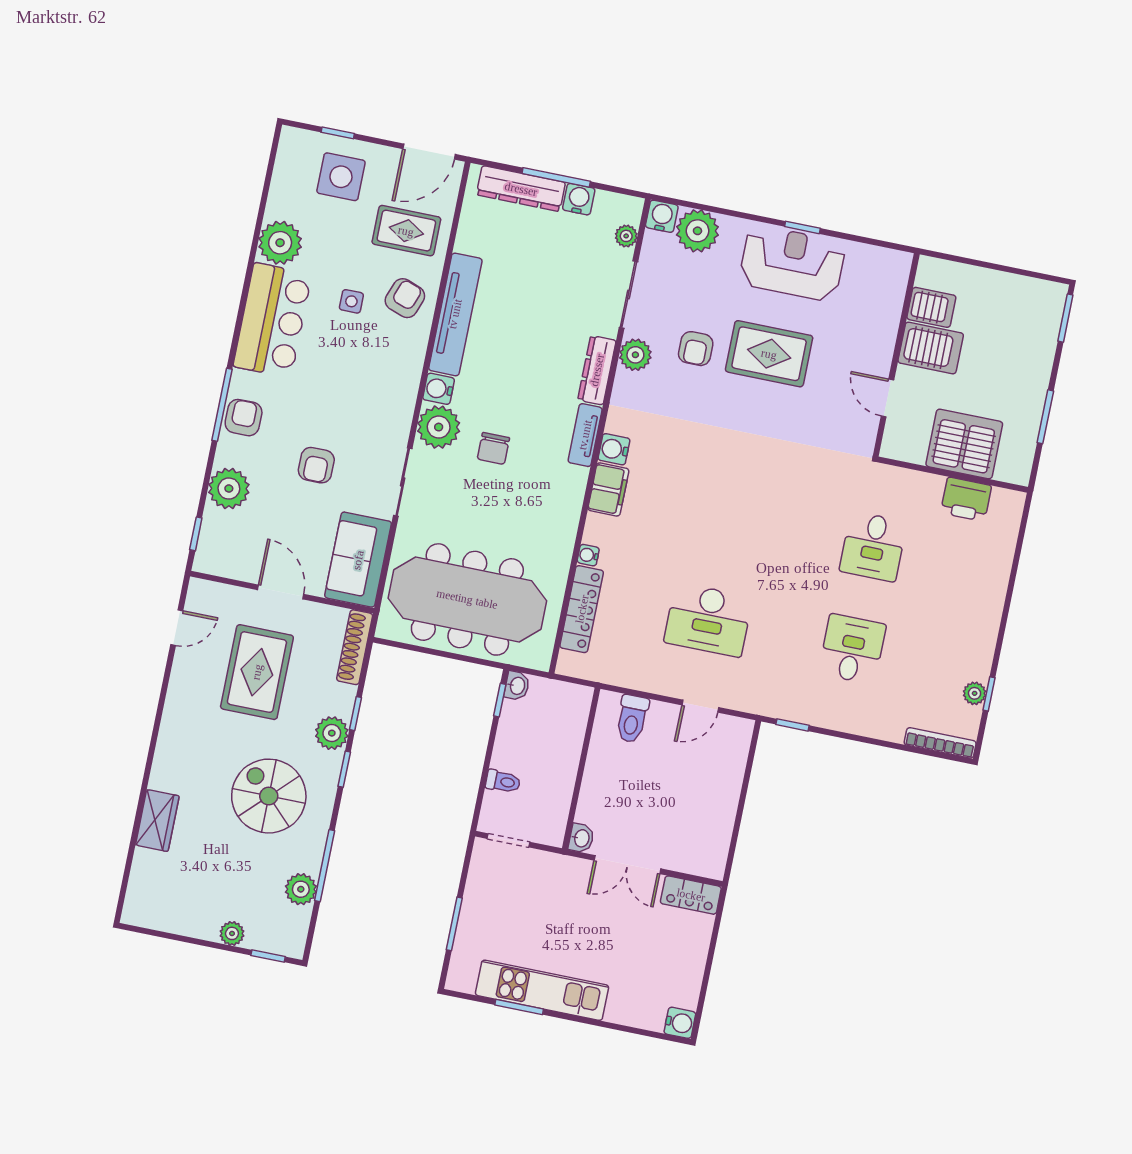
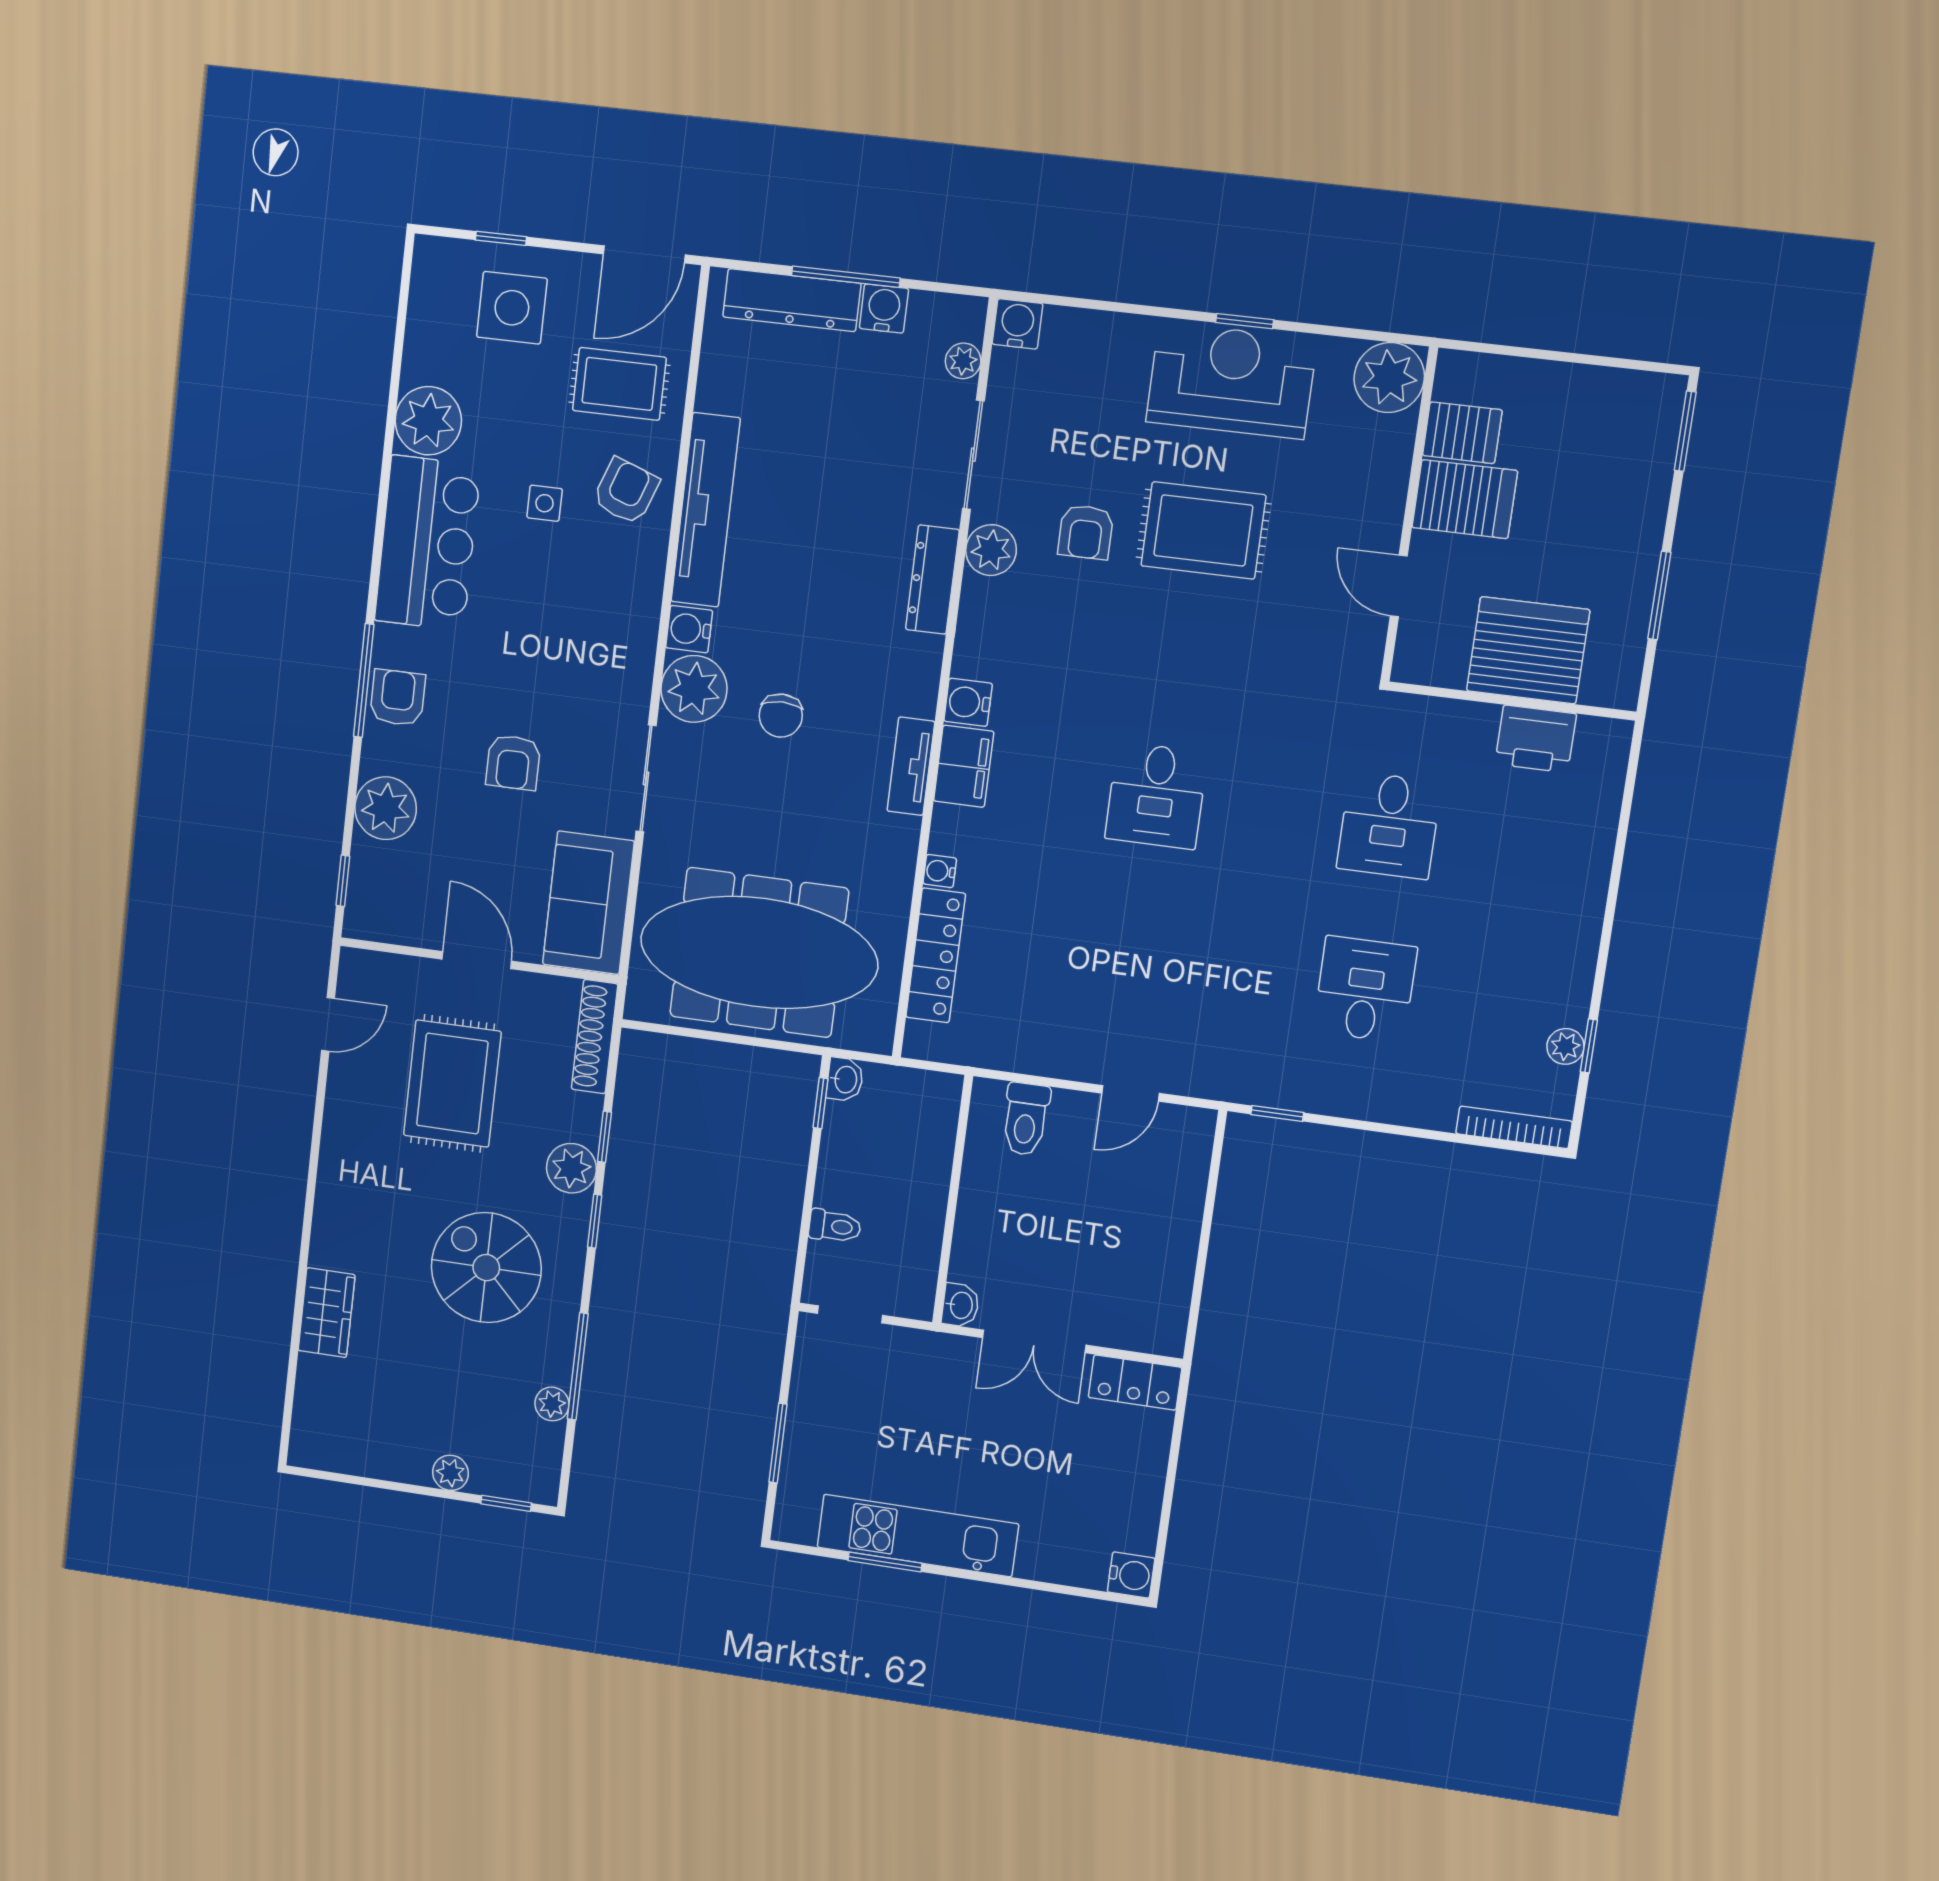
plant: (697, 231) -> (1389, 377), moved
tv unit: (585, 435) -> (911, 766), moved
desk: (708, 620) -> (1156, 796), moved, width x0.73
plant: (301, 889) -> (552, 1404), width x0.73, depth x0.73

